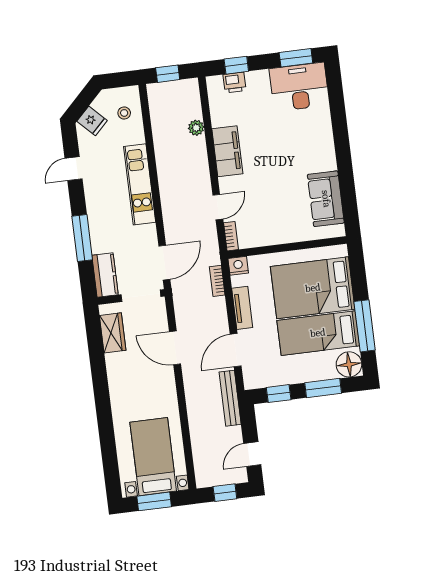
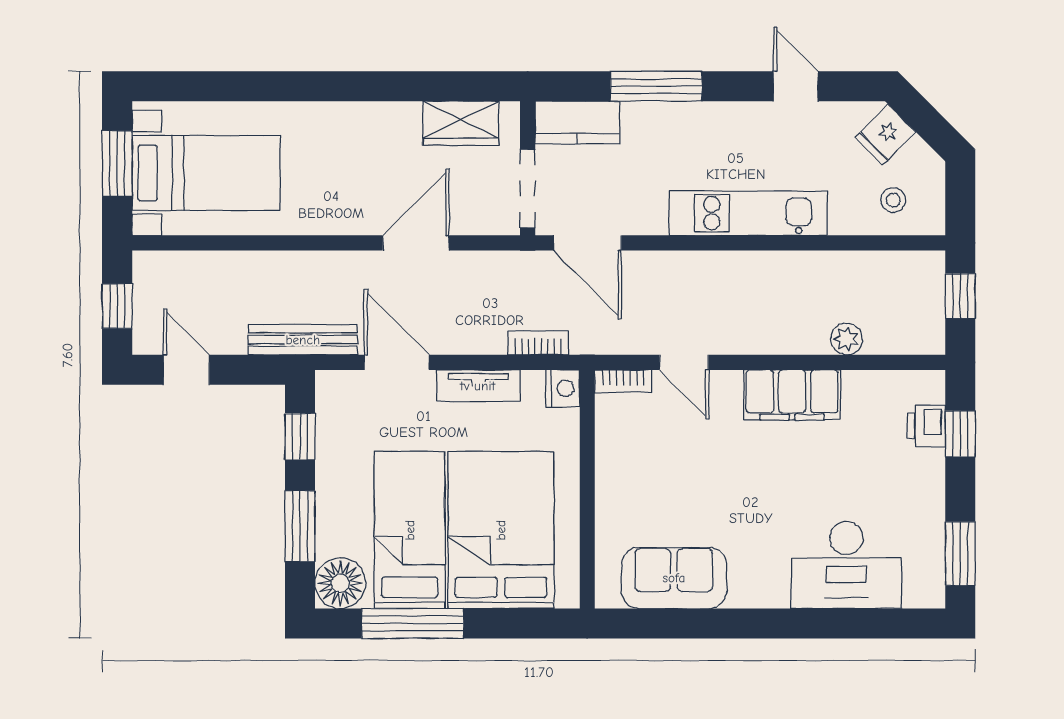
desk: (299, 87) -> (846, 565), moved, turned 90

